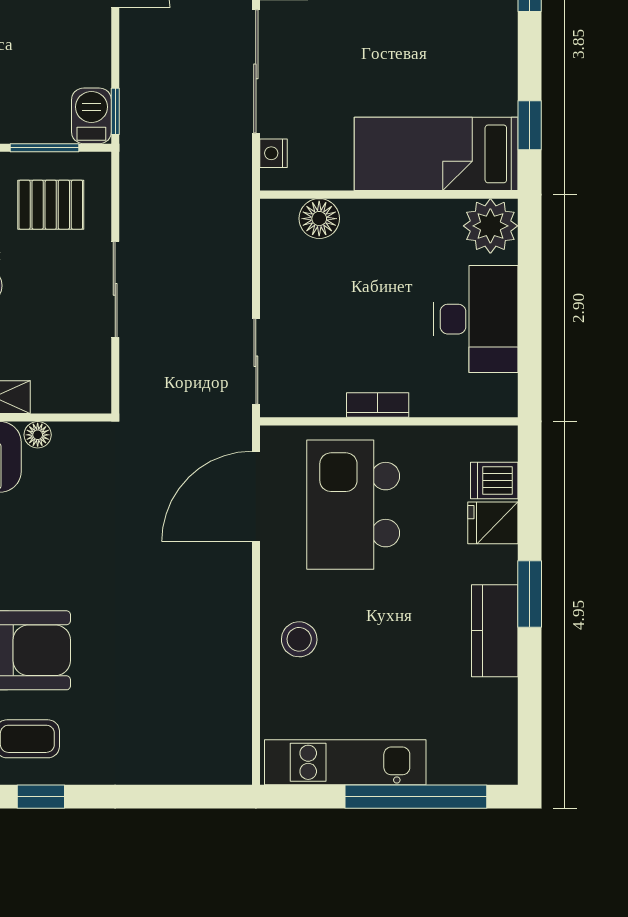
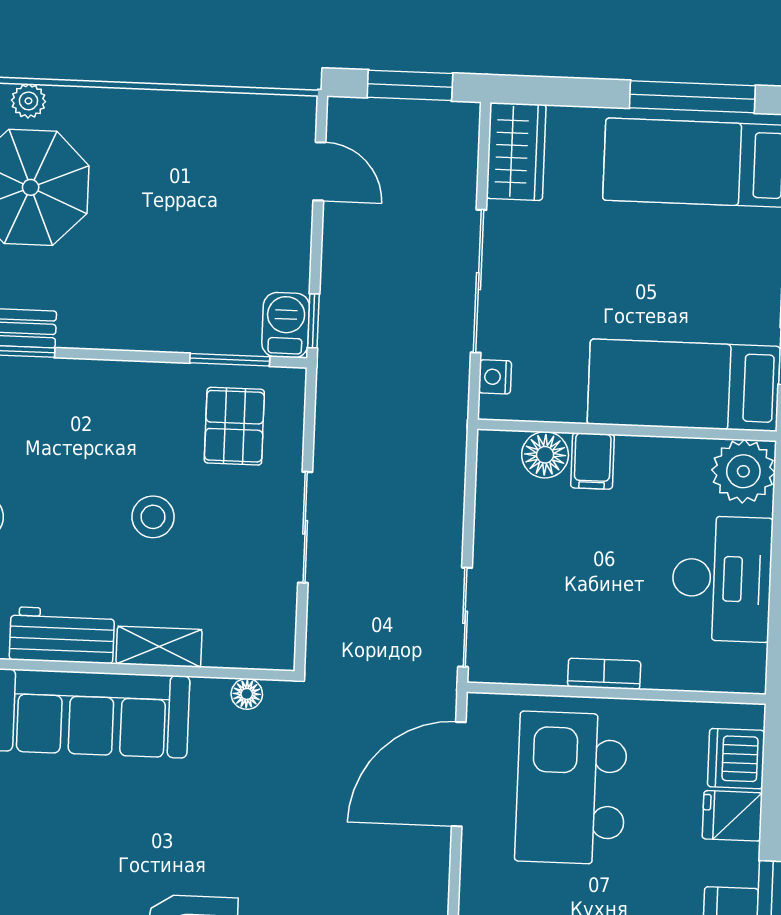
pallet: (51, 205) -> (234, 426), turned 90
filing cabinet: (360, 222) -> (593, 461), added
floor lamp: (38, 435) -> (247, 694), moved
dishwasher: (494, 480) -> (736, 759), width x1.38

